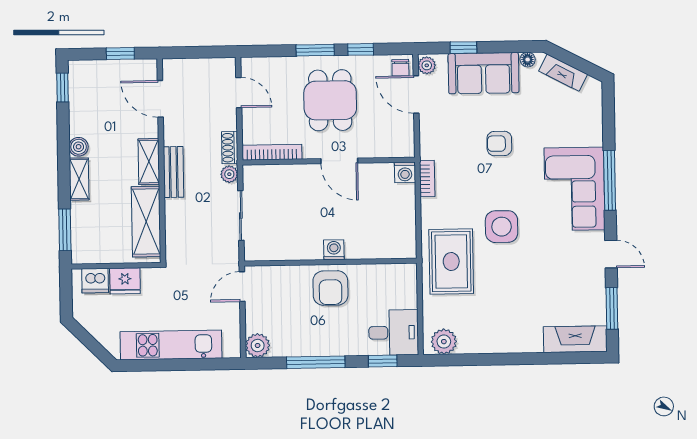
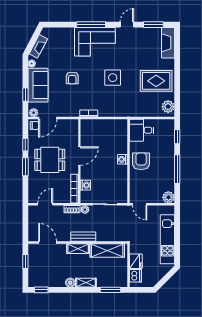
door: (160, 99) -> (48, 242), swing flipped
washing machine: (405, 172) -> (85, 185), moved
rug: (451, 262) -> (156, 81), moved
armchair: (330, 288) -> (141, 161), turned -90
desk: (394, 333) -> (142, 130), moved, turned -90

